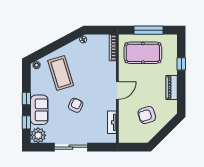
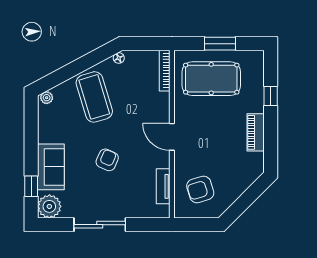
window: (149, 30) -> (220, 44), width x0.69
coffee table: (61, 73) -> (94, 97), moved
door: (117, 90) -> (172, 137), swing flipped
window: (26, 98) -> (31, 149), removed
armchair: (147, 115) -> (200, 189), moved

